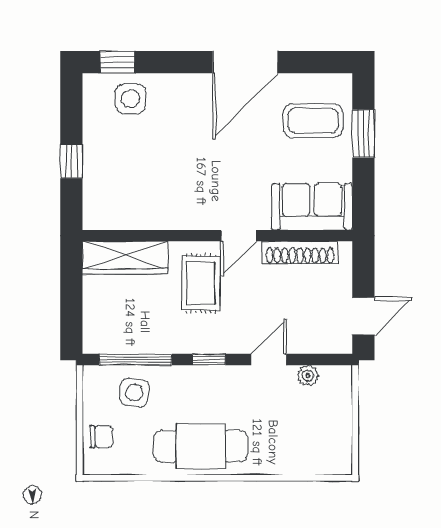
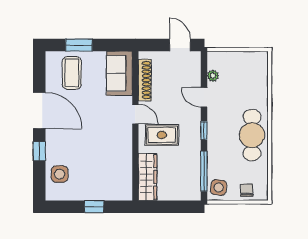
window: (117, 62) -> (39, 151), moved
side table: (134, 393) -> (219, 187), moved

